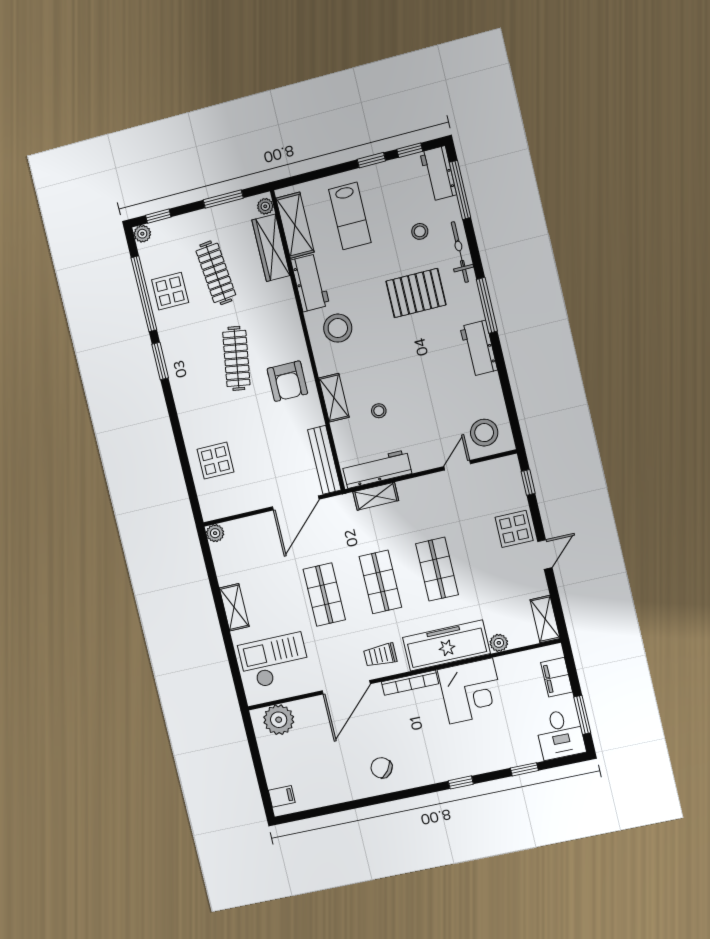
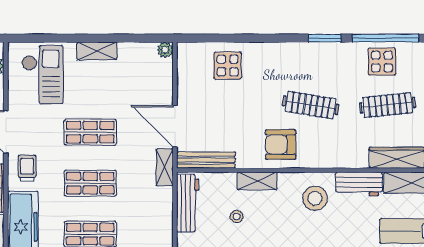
shelving: (376, 496) -> (165, 167), moved

